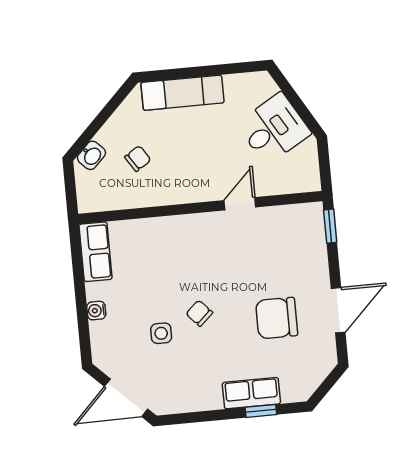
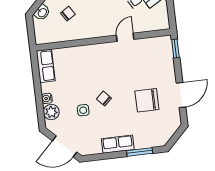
plant: (104, 335) -> (51, 112), added
row of seats: (251, 393) -> (118, 144), moved
window: (261, 411) -> (140, 152), width x1.50

